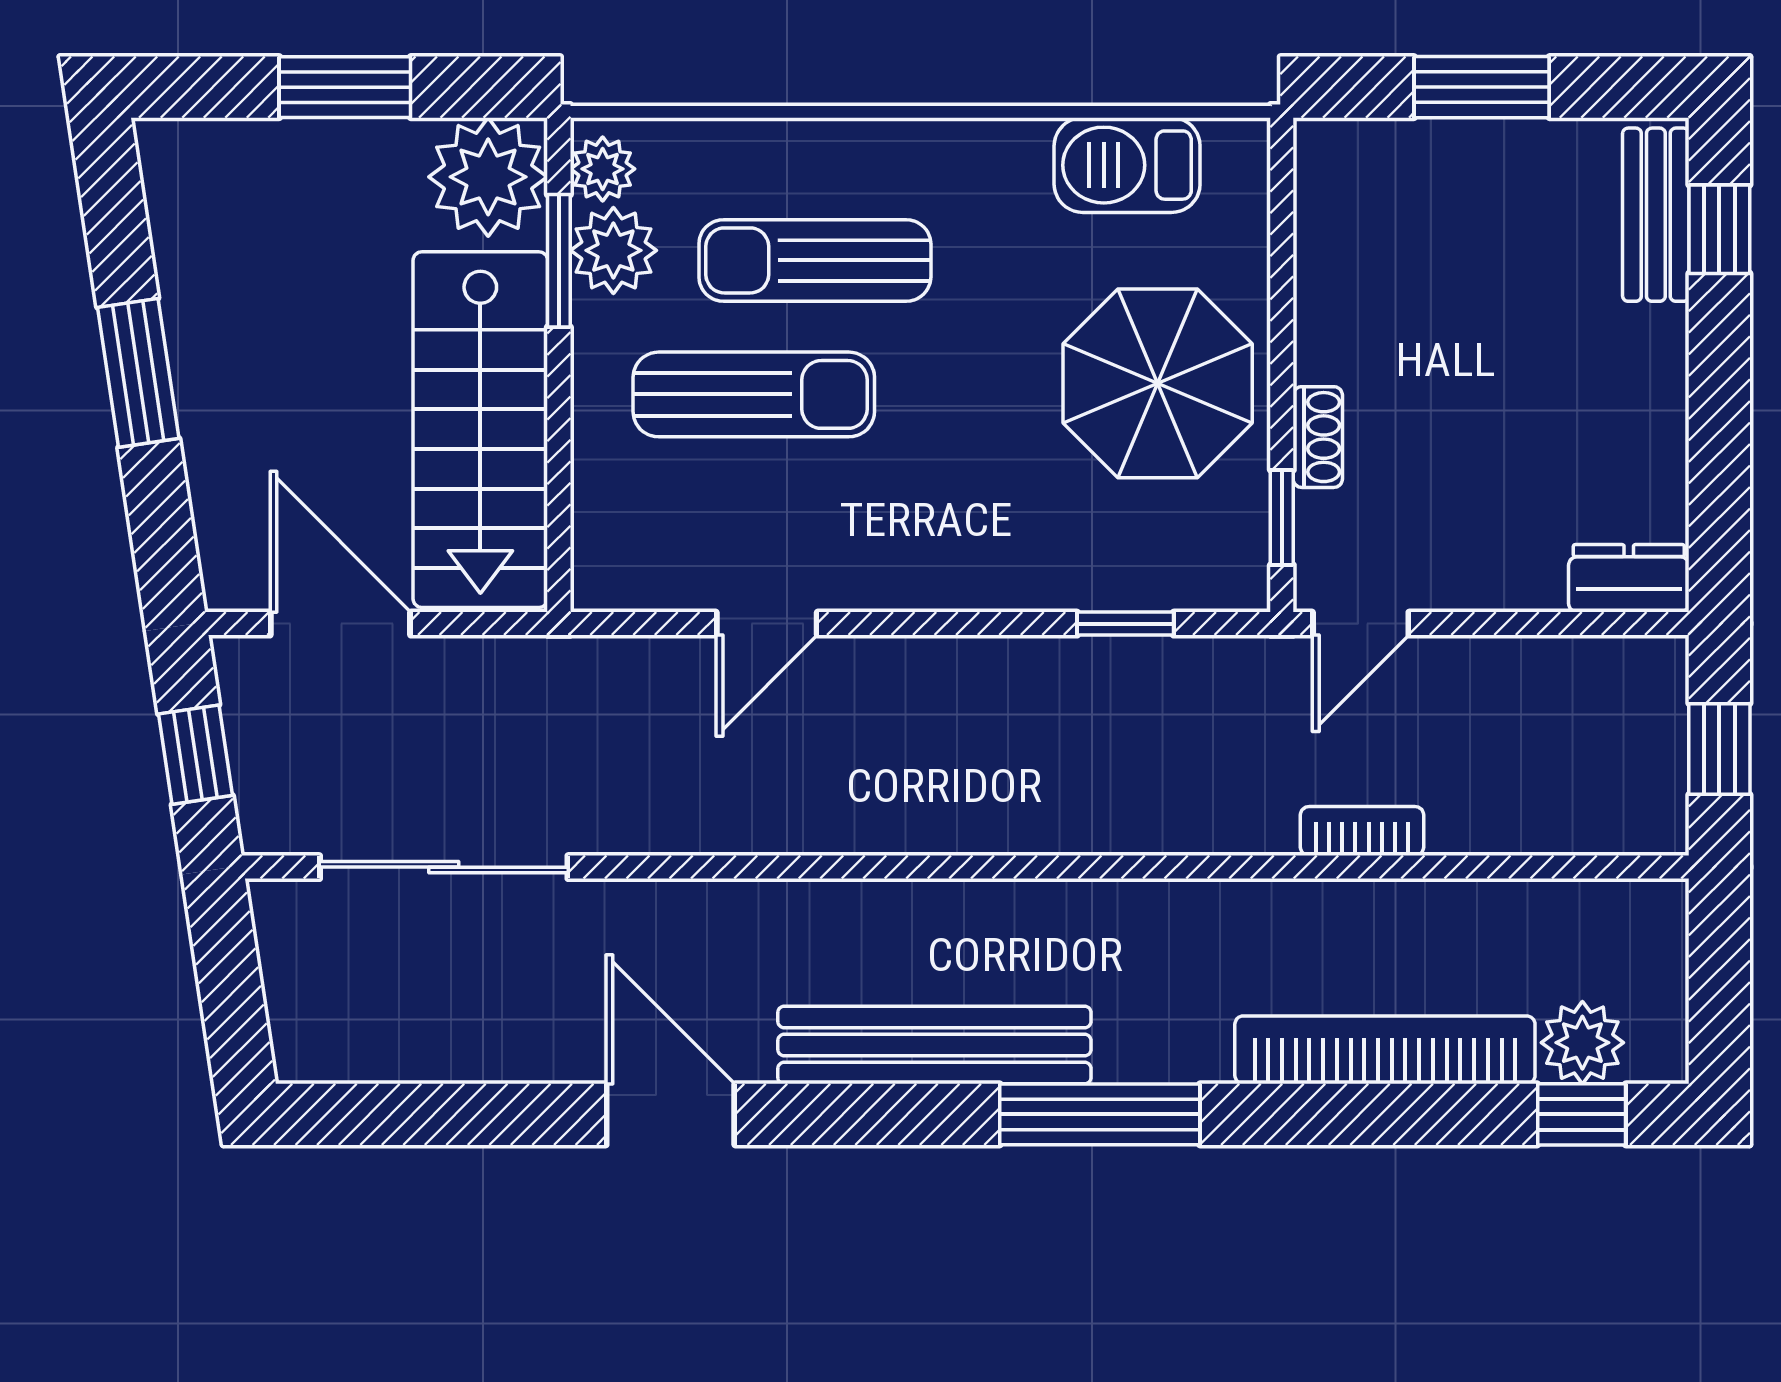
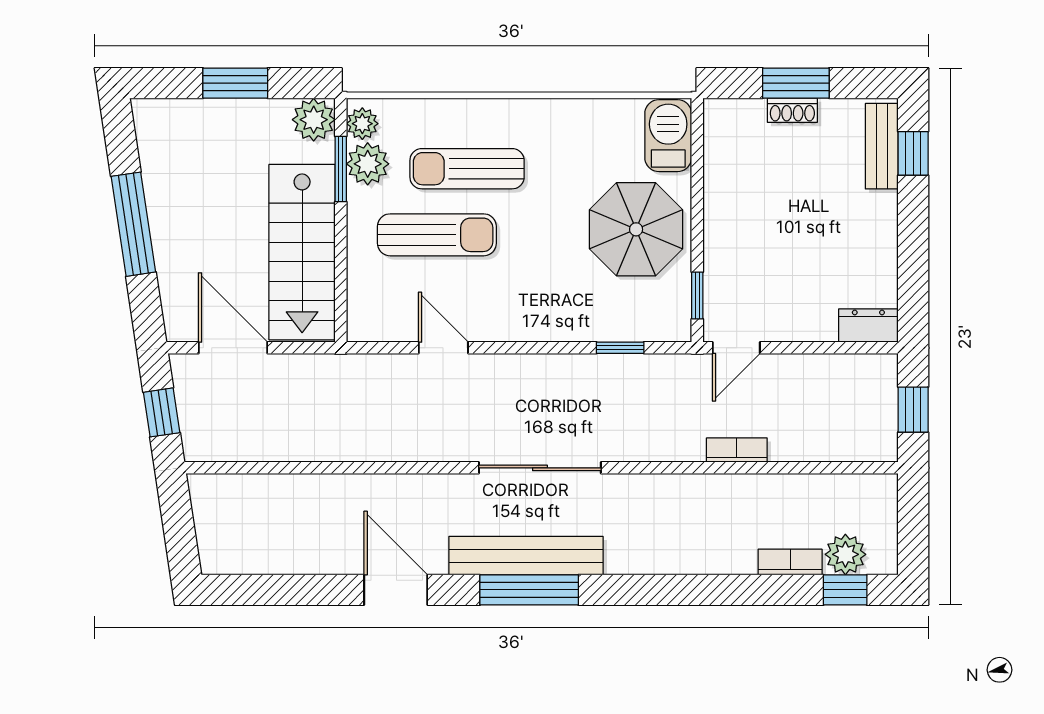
barbecue: (1127, 165) -> (668, 136), moved, turned 90
plant: (488, 177) -> (314, 120), width x0.73, depth x0.73
window: (138, 373) -> (133, 224), width x1.44
shoe rack: (1318, 437) -> (792, 110), moved, turned 90
door: (767, 624) -> (443, 348), swing flipped
sliding door: (444, 867) -> (540, 468), moved
bookcase: (1385, 1050) -> (790, 562), width x0.43, depth x0.76
window: (1100, 1114) -> (529, 590), moved

